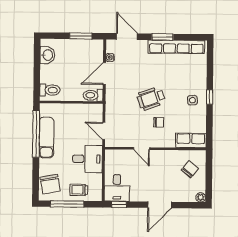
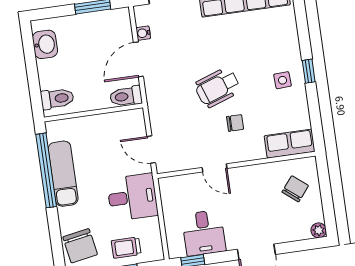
desk: (117, 188) -> (204, 233), moved

